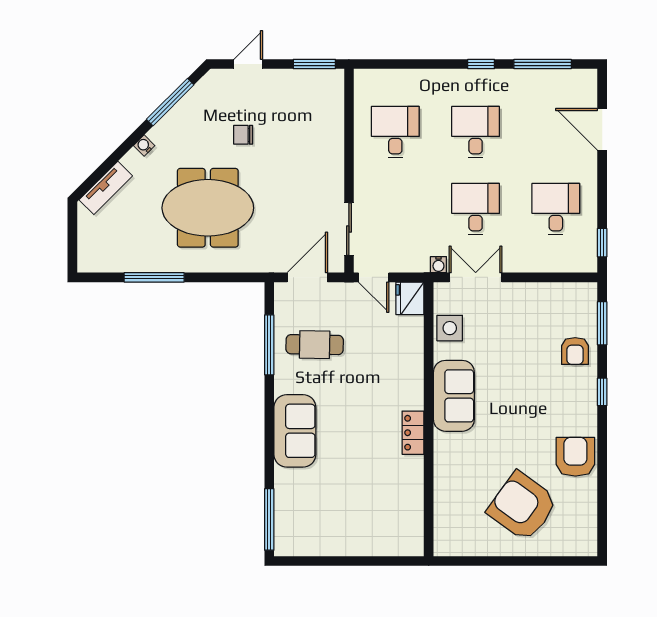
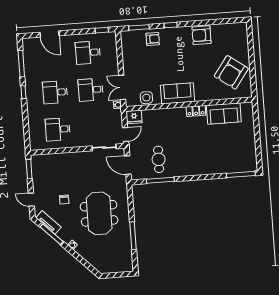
door: (602, 129) -> (49, 34), hinge flipped
tv unit: (106, 188) -> (49, 222), moved
sofa: (295, 431) -> (224, 114), moved, turned 180
armchair: (522, 506) -> (231, 72), moved

